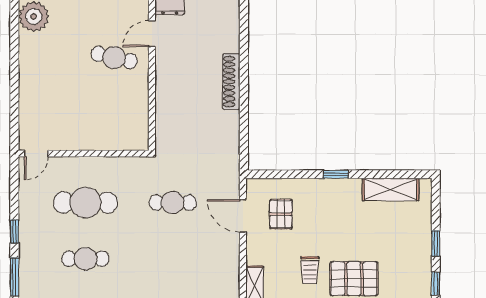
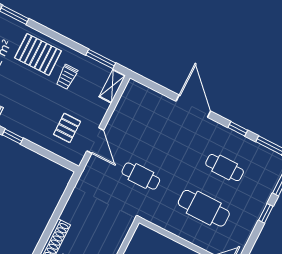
trolley: (310, 270) -> (67, 77), turned 180

